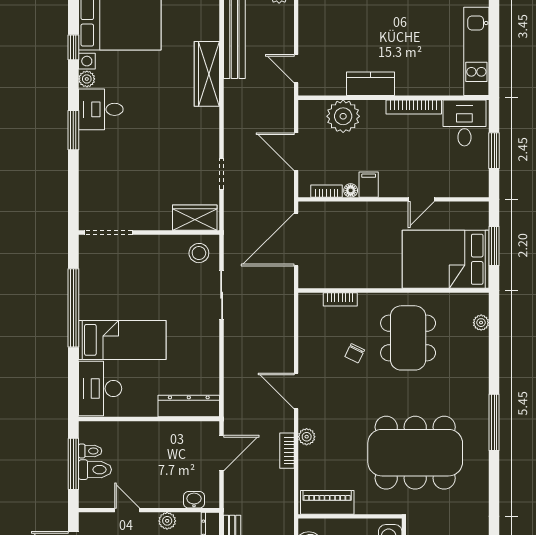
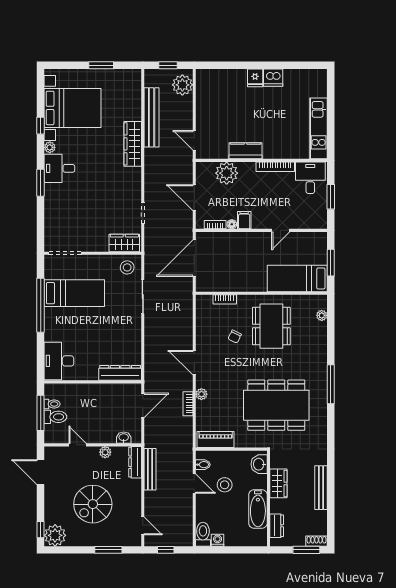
bed: (446, 259) -> (297, 278), width x0.67
bed: (122, 340) -> (74, 293), moved

